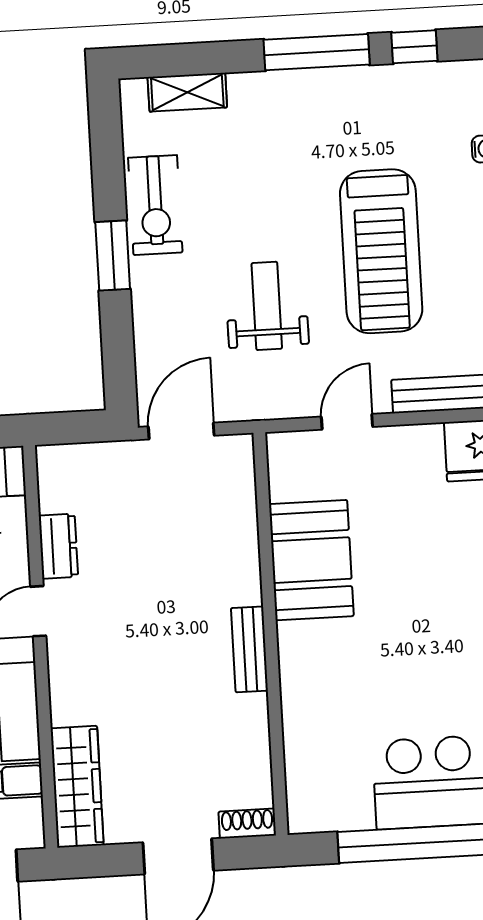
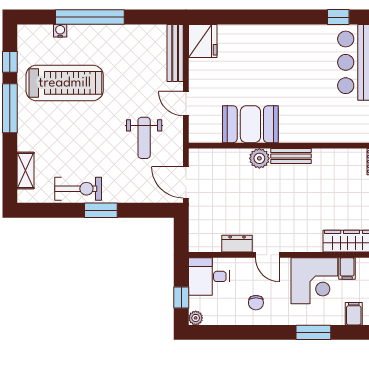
treadmill: (381, 251) -> (65, 83), moved
weight bench: (267, 306) -> (144, 138), moved, turned -90
plant: (241, 583) -> (259, 158), added

